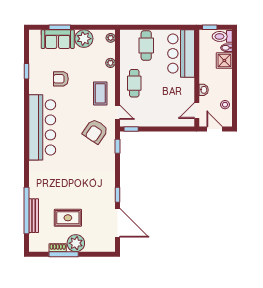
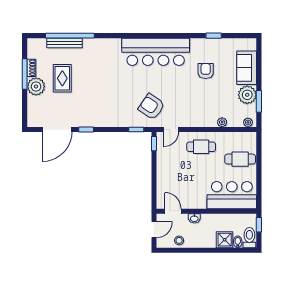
window: (60, 27) -> (259, 101), moved
coffee table: (100, 93) -> (191, 112), removed

